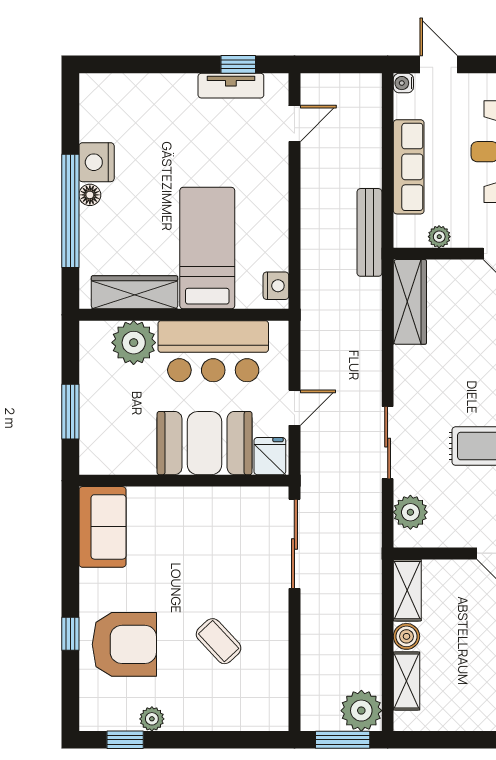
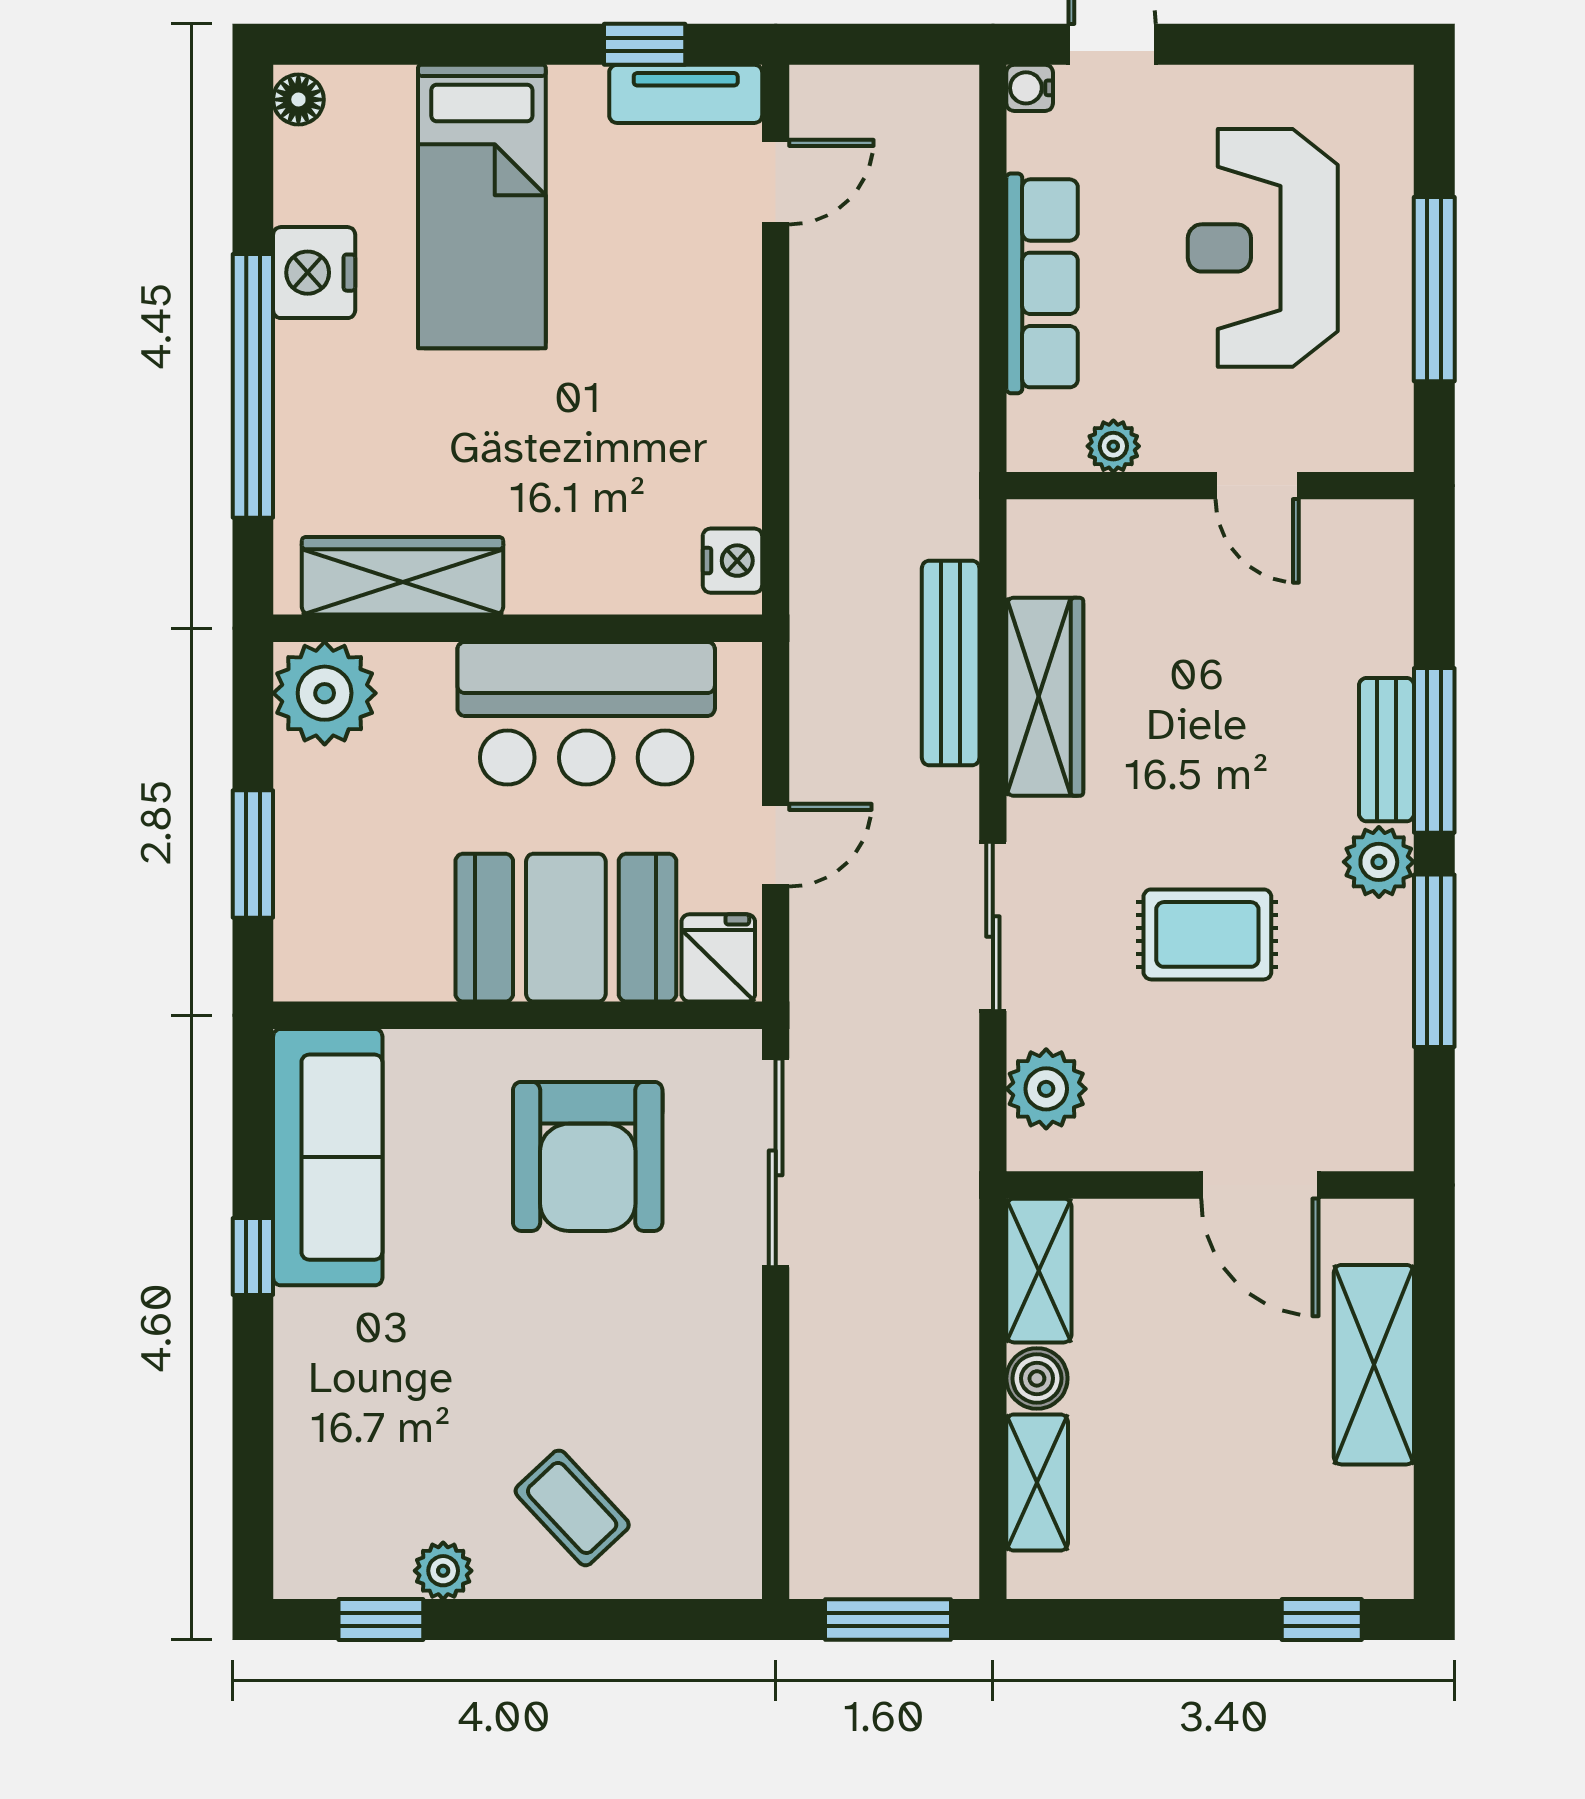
tv unit: (231, 86) -> (686, 94), moved
floor lamp: (90, 195) -> (298, 100), moved
bench: (369, 232) -> (951, 663), moved
bed: (207, 248) -> (482, 207), moved, turned 180
wardrobe: (410, 302) -> (1045, 697), moved
plant: (134, 343) -> (325, 693), moved
sofa: (102, 527) -> (328, 1157), width x1.36
window: (70, 634) -> (253, 1257), moved
coffee table: (219, 641) -> (572, 1508), moved
armchair: (124, 644) -> (588, 1156), moved, turned 90
plant: (361, 711) -> (932, 1551), removed

